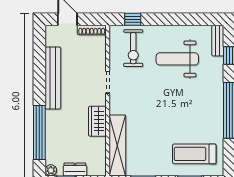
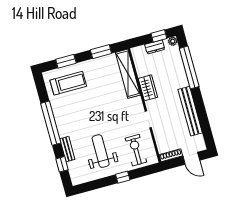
window: (133, 19) -> (123, 177), moved
bench: (218, 41) -> (67, 149), moved
weight bench: (177, 59) -> (101, 151), turned -90

